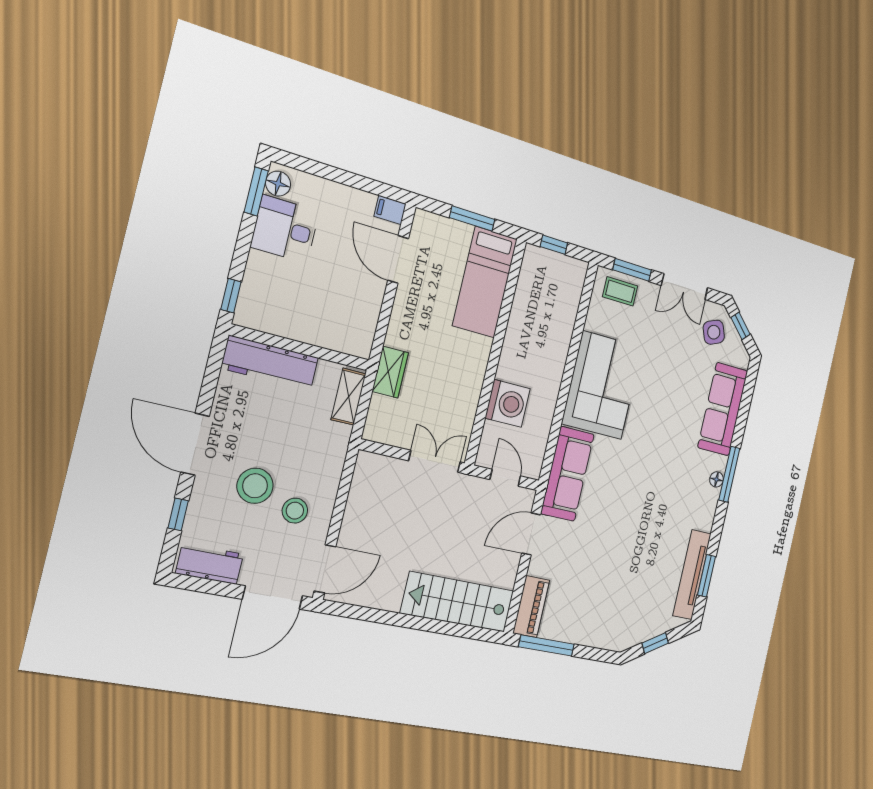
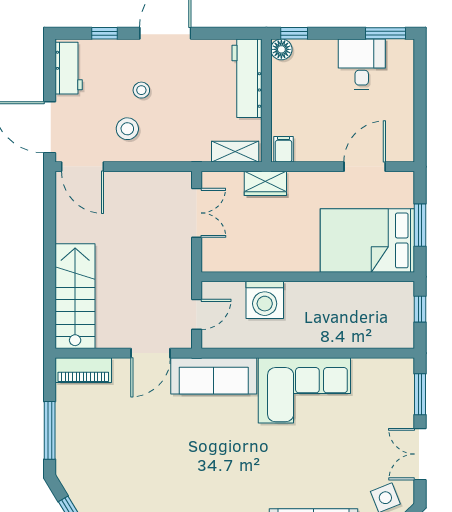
floor lamp: (278, 184) -> (281, 49), moved
filing cabinet: (390, 210) -> (283, 149), moved
bed: (485, 282) -> (367, 240), width x1.50
coffee table: (620, 291) -> (397, 387), removed
double door: (435, 461) -> (197, 213), moved
stool: (255, 486) -> (141, 90), width x0.53, depth x0.53
door: (531, 534) -> (151, 353), swing flipped
window: (546, 645) -> (50, 430), moved

